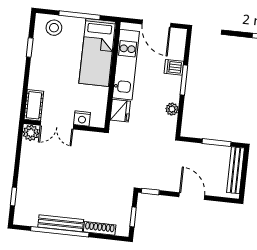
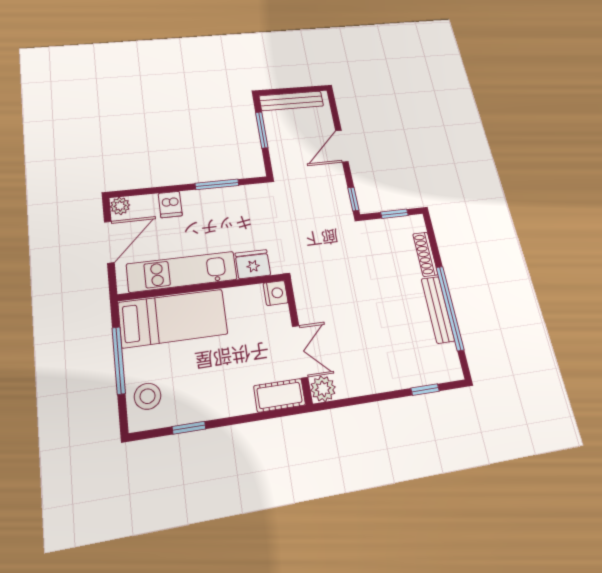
window: (184, 80) -> (217, 184), moved
plant: (172, 109) -> (120, 206), moved
nightstand: (82, 118) -> (276, 293), moved

